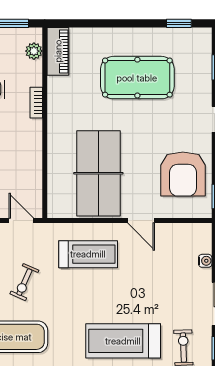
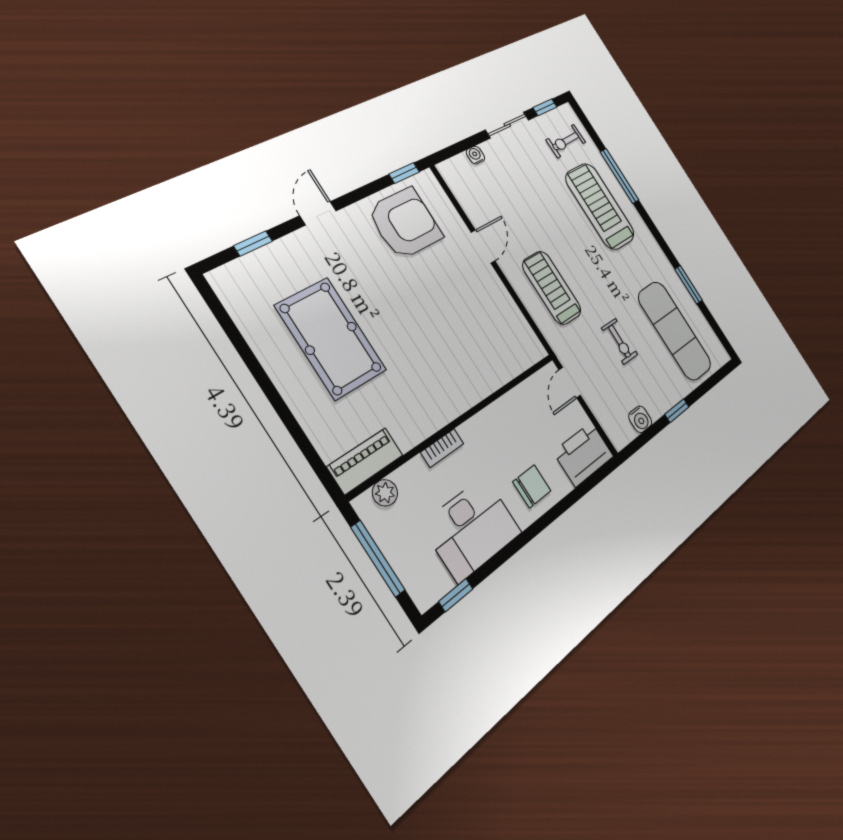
window: (179, 23) -> (226, 321), removed
table tennis table: (98, 173) -> (468, 323), removed
exercise bike: (24, 282) -> (620, 341), turned 67
treadmill: (123, 341) -> (600, 206), turned 180

